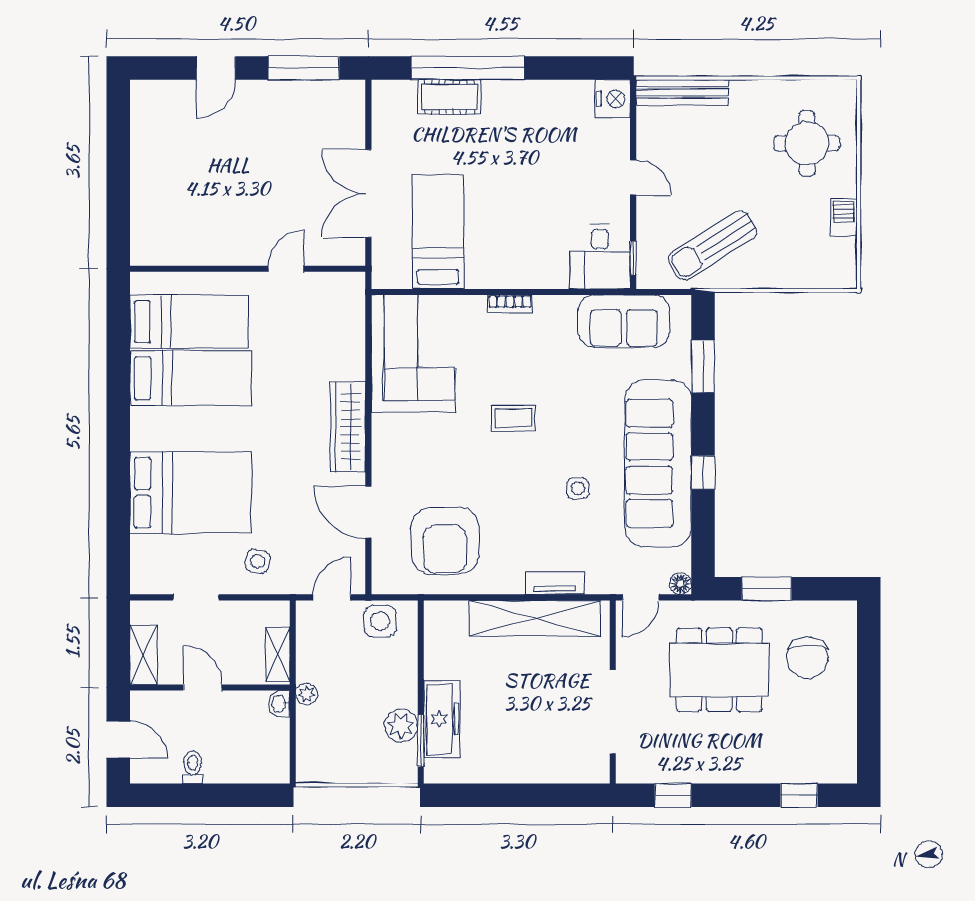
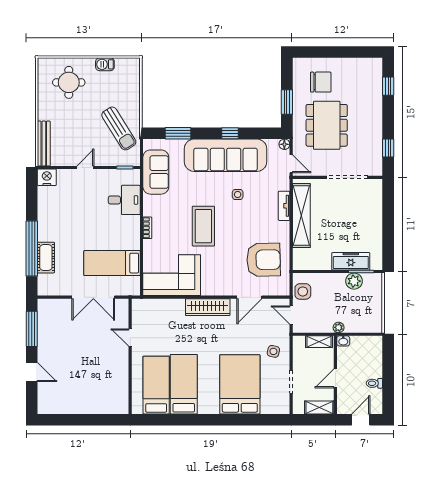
desk: (600, 257) -> (124, 200), moved
coffee table: (513, 418) -> (203, 226), width x1.86, depth x1.72

